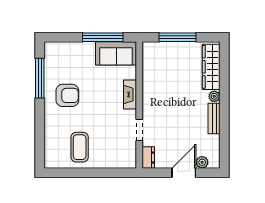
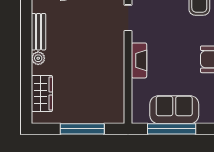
sofa: (116, 53) -> (174, 110), moved
wardrobe: (211, 67) -> (42, 93), width x0.67

